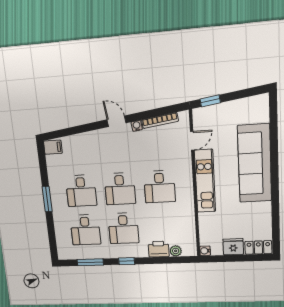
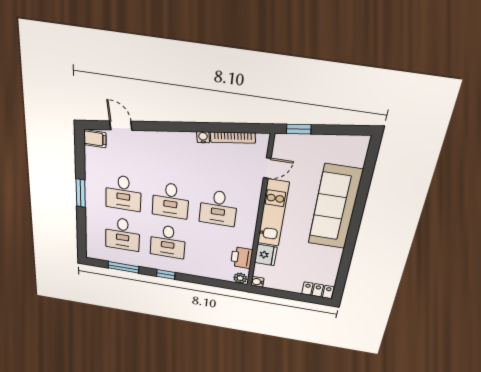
door: (116, 121) -> (121, 126), moved
fridge: (233, 247) -> (266, 255), moved, turned 90
printer: (159, 249) -> (242, 258), moved, turned -90
plant: (176, 251) -> (240, 278), moved

